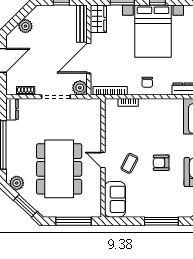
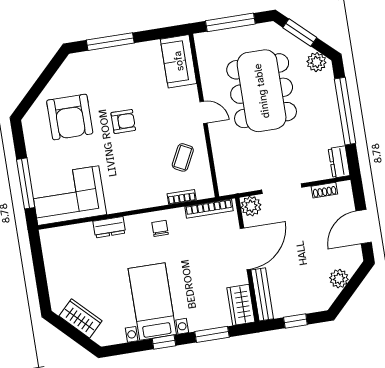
bed with nightstands: (153, 31) -> (152, 301), width x0.73
coffee table: (129, 163) -> (183, 157), moved

